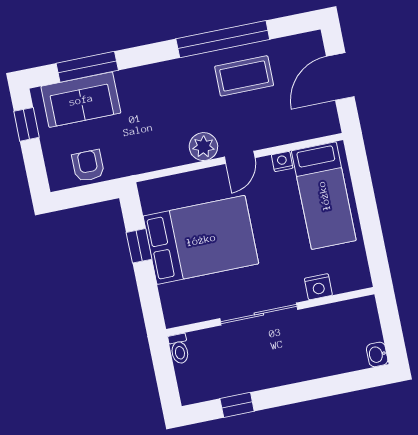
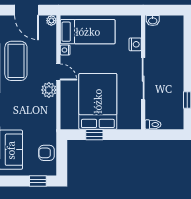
coffee table: (244, 76) -> (16, 61), width x1.36, depth x1.32
window: (27, 124) -> (38, 181), moved
plant: (331, 125) -> (51, 21), added
washbasin: (377, 354) -> (153, 21), moved

